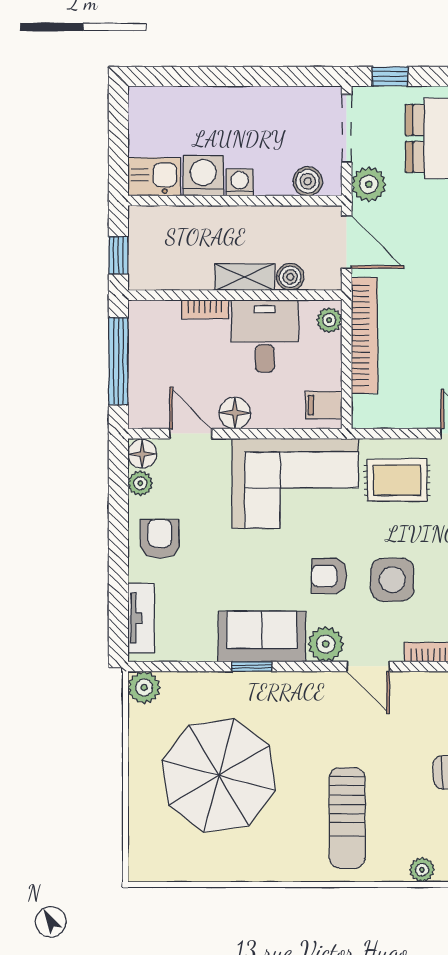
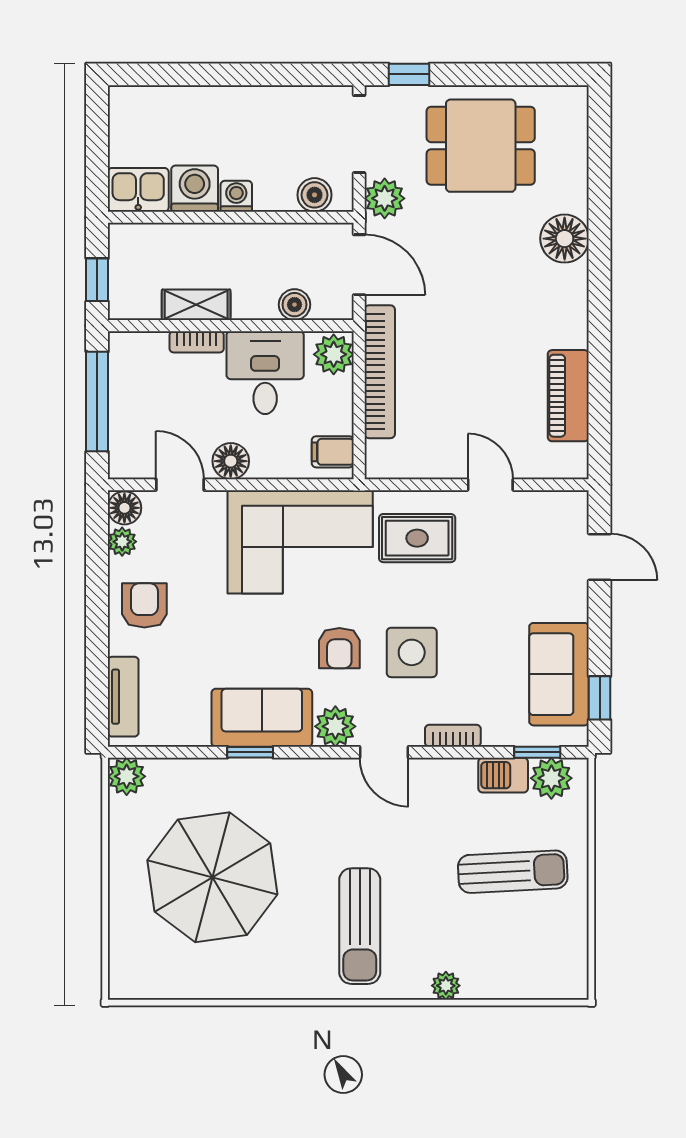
shelving: (244, 277) -> (196, 305), moved
plant: (329, 320) -> (334, 354), width x1.38, depth x1.38
armchair: (329, 576) -> (339, 648), turned -90

